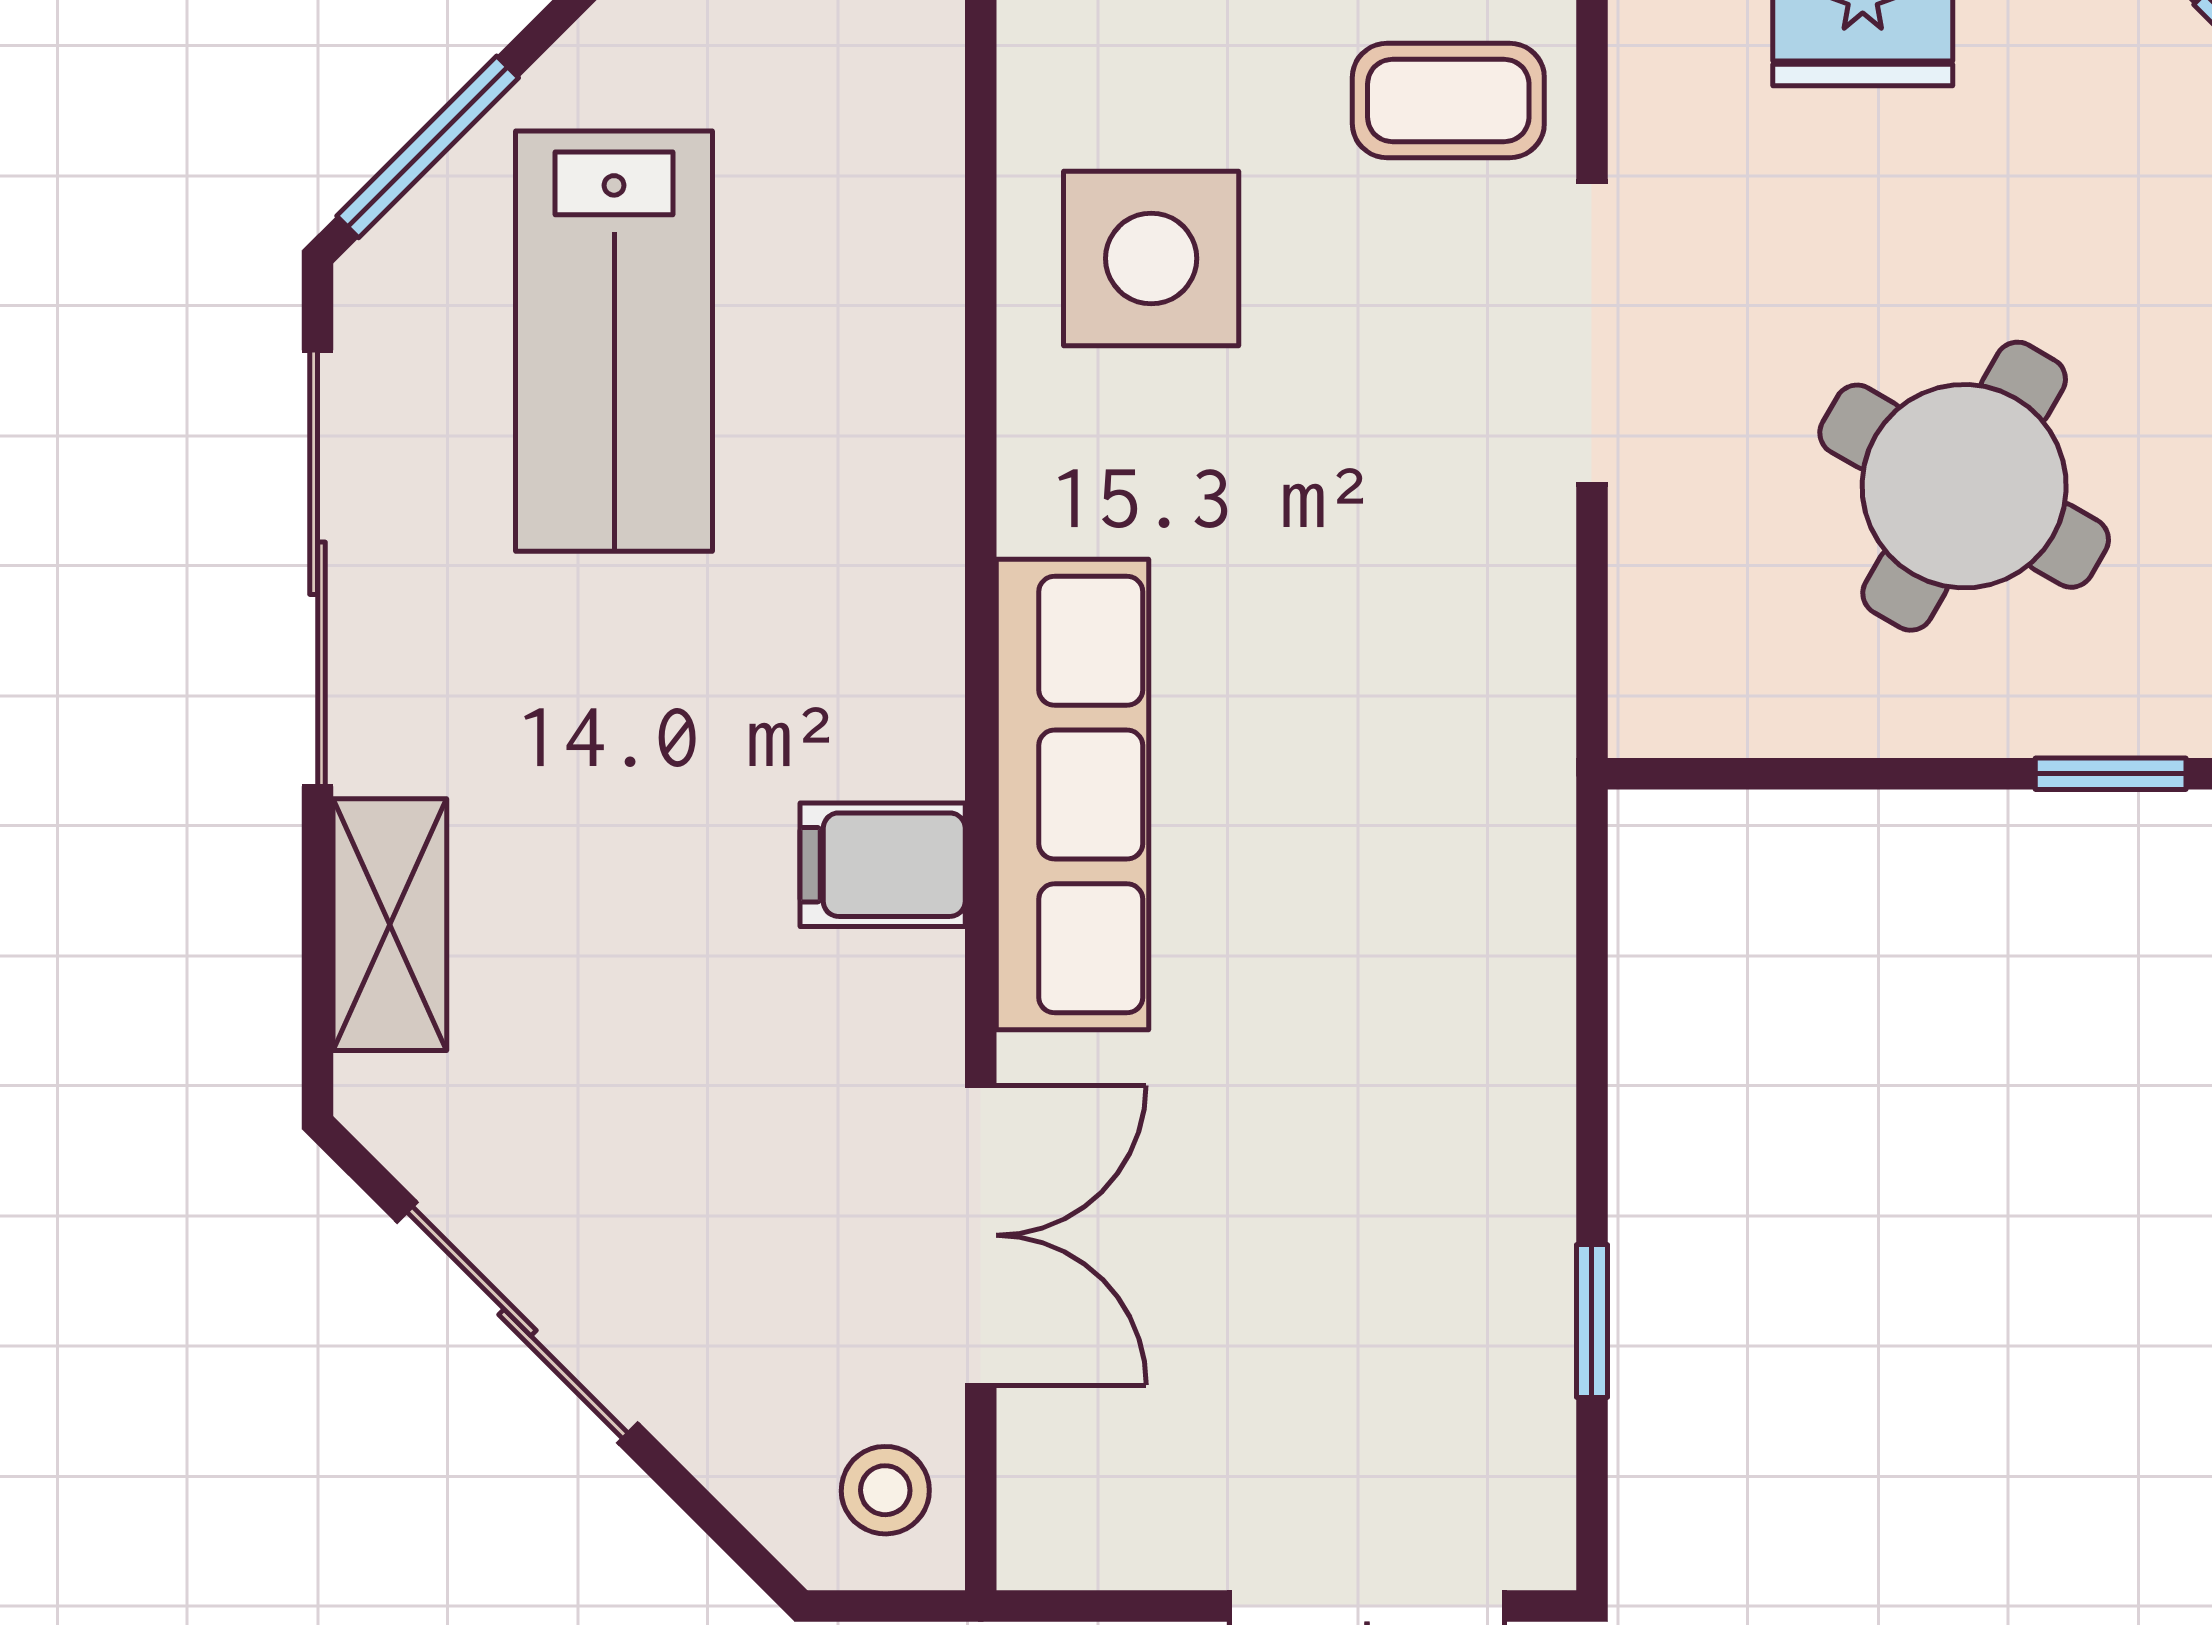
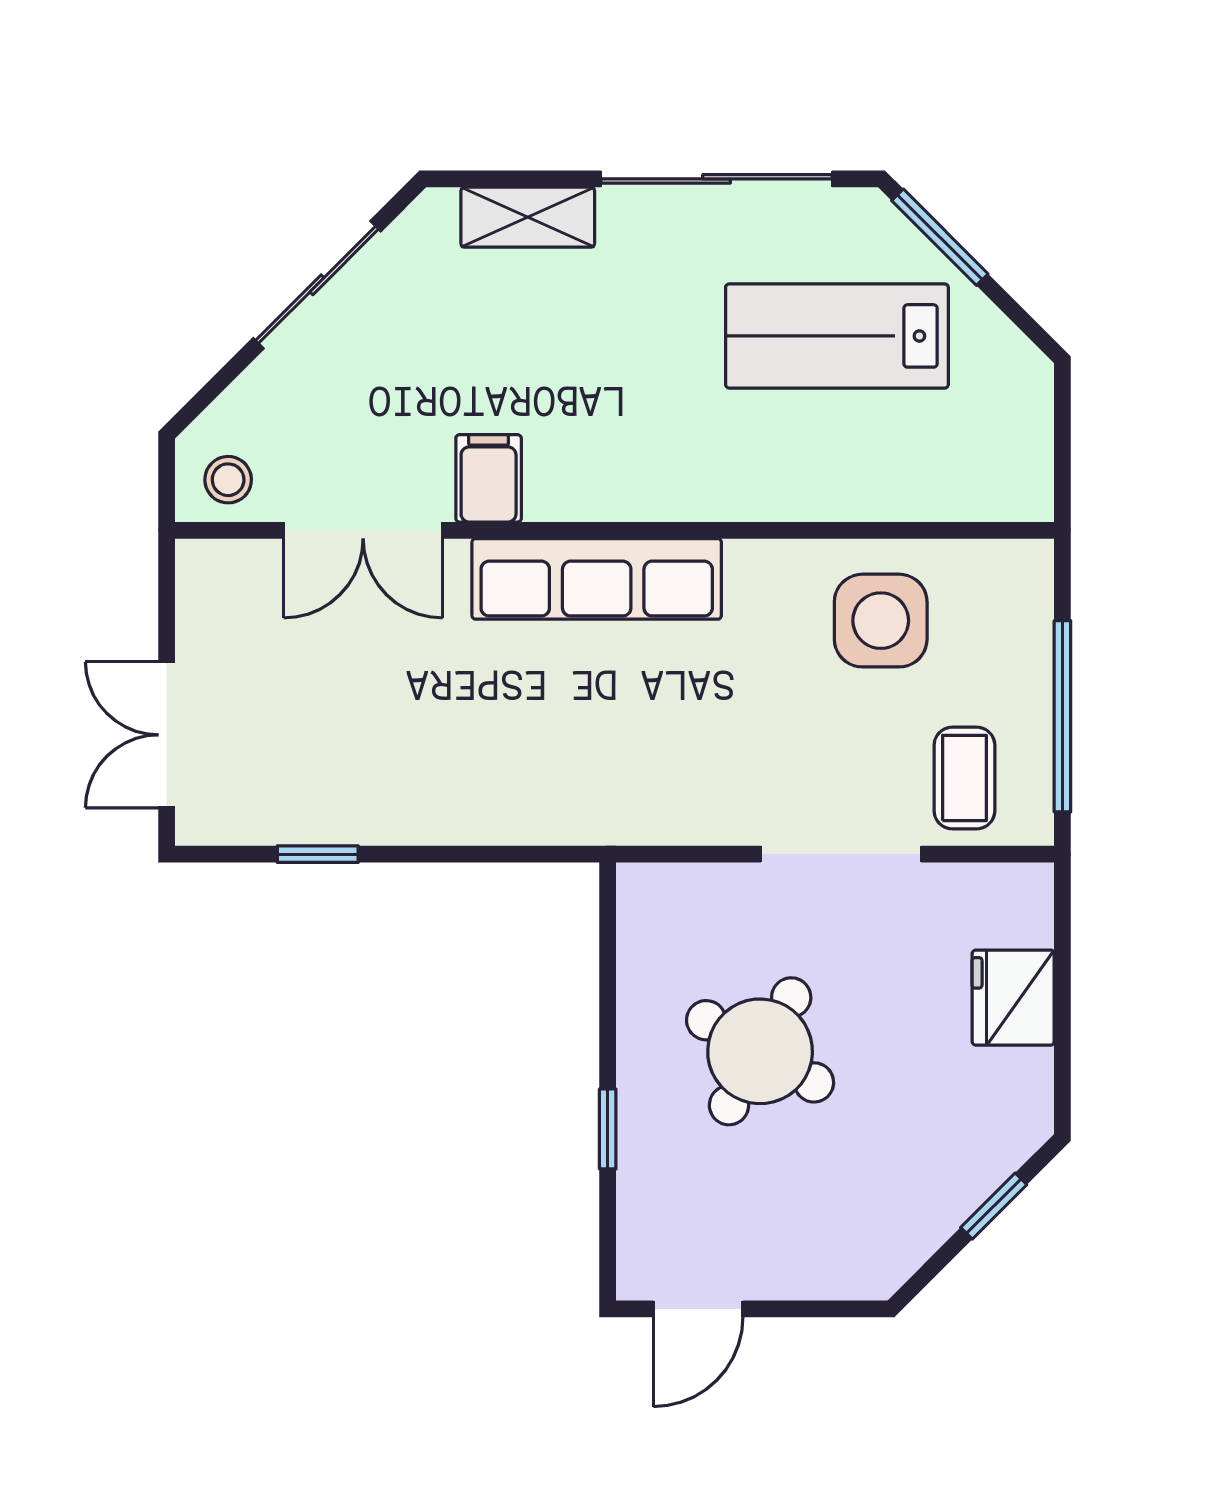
filing cabinet: (883, 865) -> (489, 478), moved

